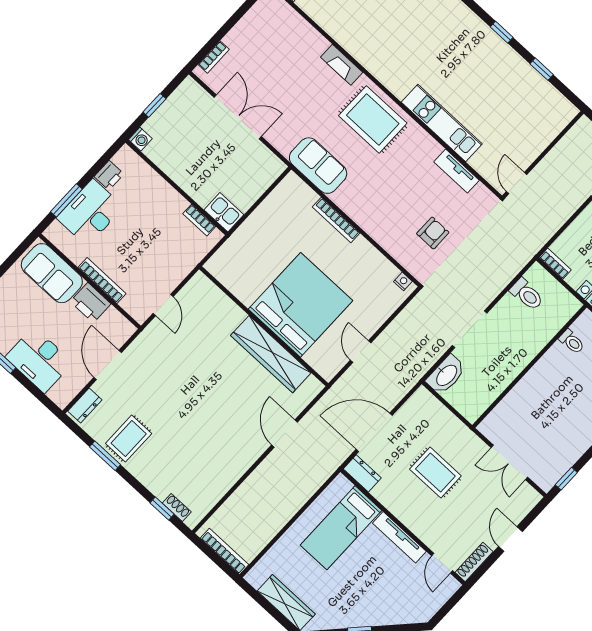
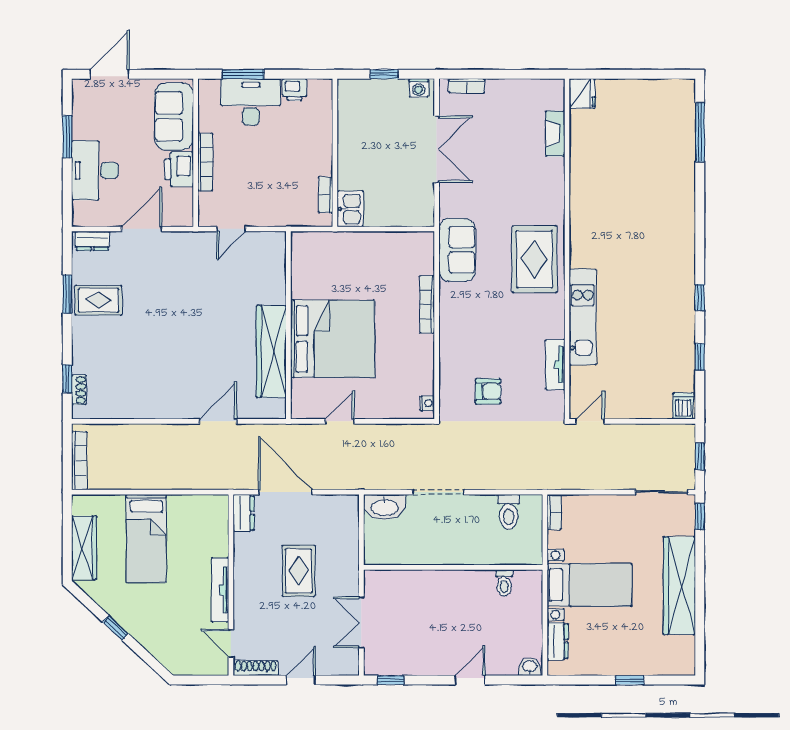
fireplace: (342, 65) -> (555, 134), moved
dishwasher: (564, 111) -> (683, 406), added
washing machine: (140, 139) -> (419, 88), moved
bed: (341, 528) -> (146, 539), moved, turned -90
door: (442, 563) -> (231, 643), hinge flipped

